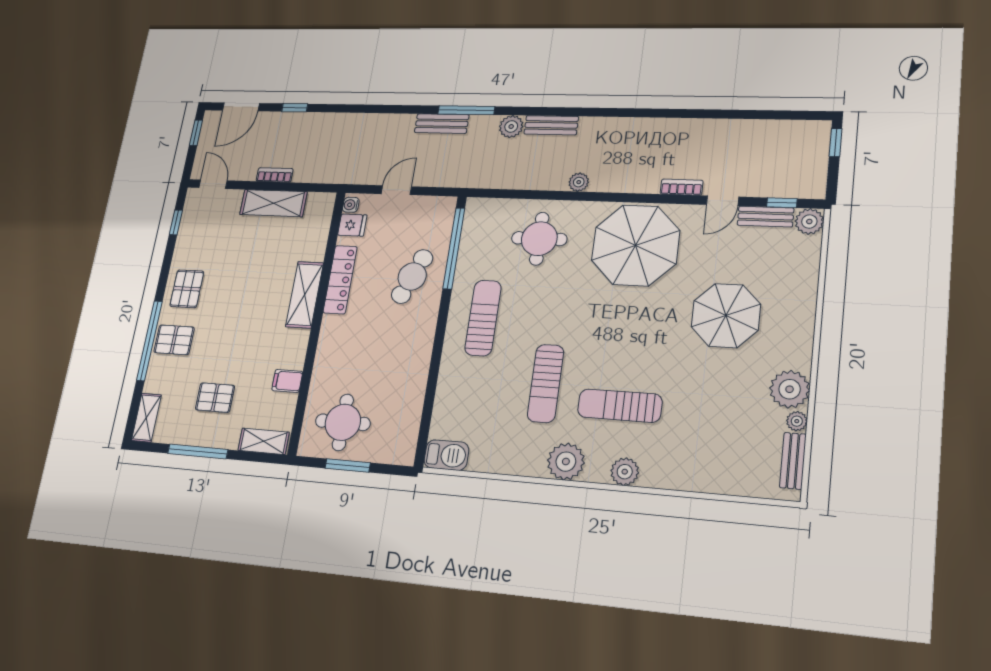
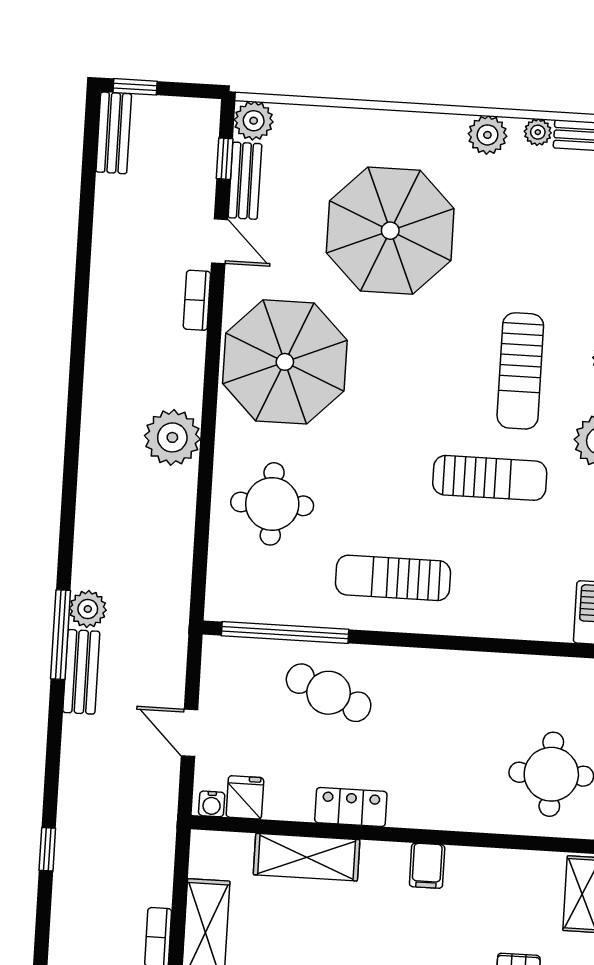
window: (295, 108) -> (47, 849), moved
bench: (551, 125) -> (114, 133), moved
plant: (511, 126) -> (88, 609), moved
plant: (579, 182) -> (172, 437), width x1.88, depth x1.88
locker: (340, 280) -> (351, 807), width x0.66
shelving: (305, 295) -> (307, 857), moved
parasol: (726, 315) -> (390, 231), width x1.36, depth x1.36
filing cabinet: (287, 381) -> (427, 866), moved
plant: (790, 389) -> (487, 135), width x0.73, depth x0.73

